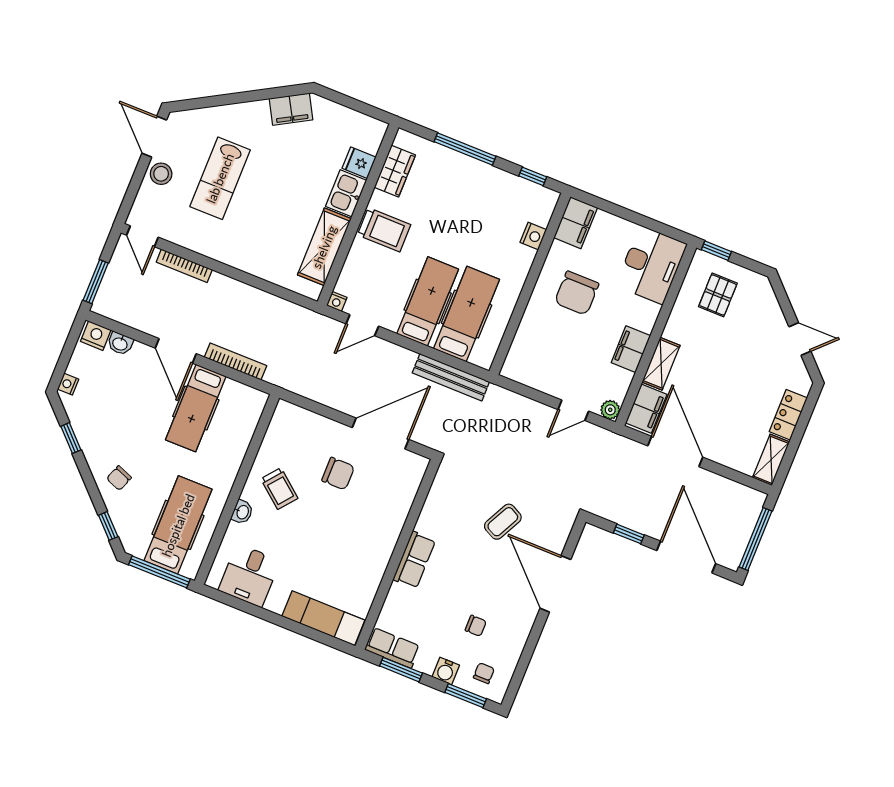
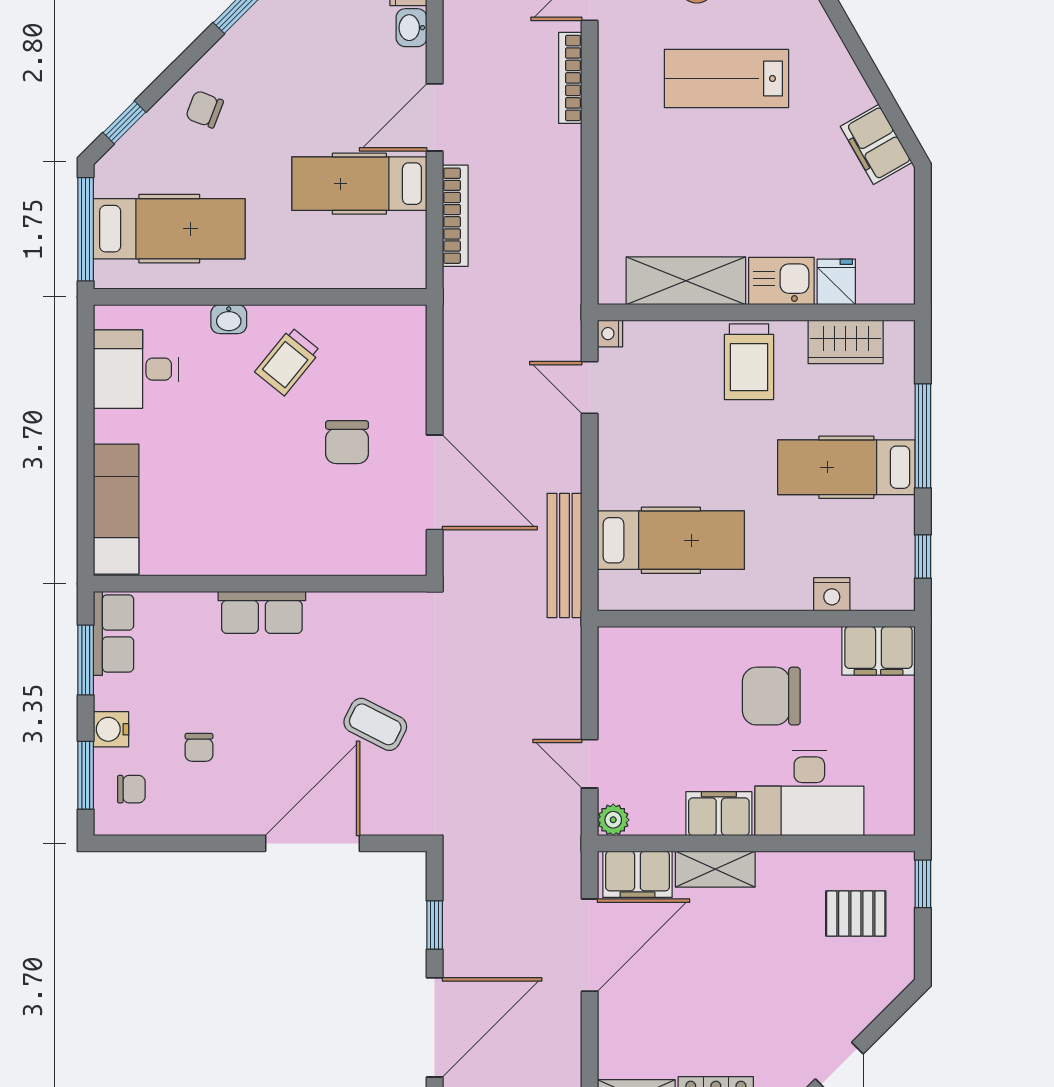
desk: (651, 265) -> (809, 793), moved
hospital bed: (428, 302) -> (846, 467), moved, turned 180

